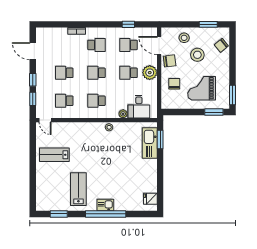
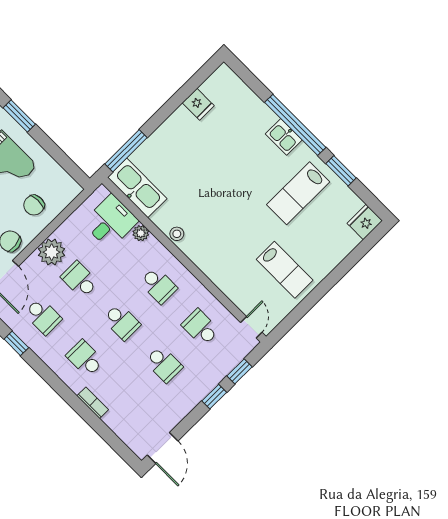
door: (33, 51) -> (163, 448), moved
school desk: (129, 73) -> (80, 280), turned 180
school desk: (64, 101) -> (200, 328), turned 180
window: (160, 140) -> (126, 151), width x1.44
kitchen sink: (150, 143) -> (137, 188), moved, turned -90
fridge: (150, 199) -> (198, 104), moved
fridge: (42, 204) -> (365, 222), added
window: (59, 214) -> (341, 171), moved

